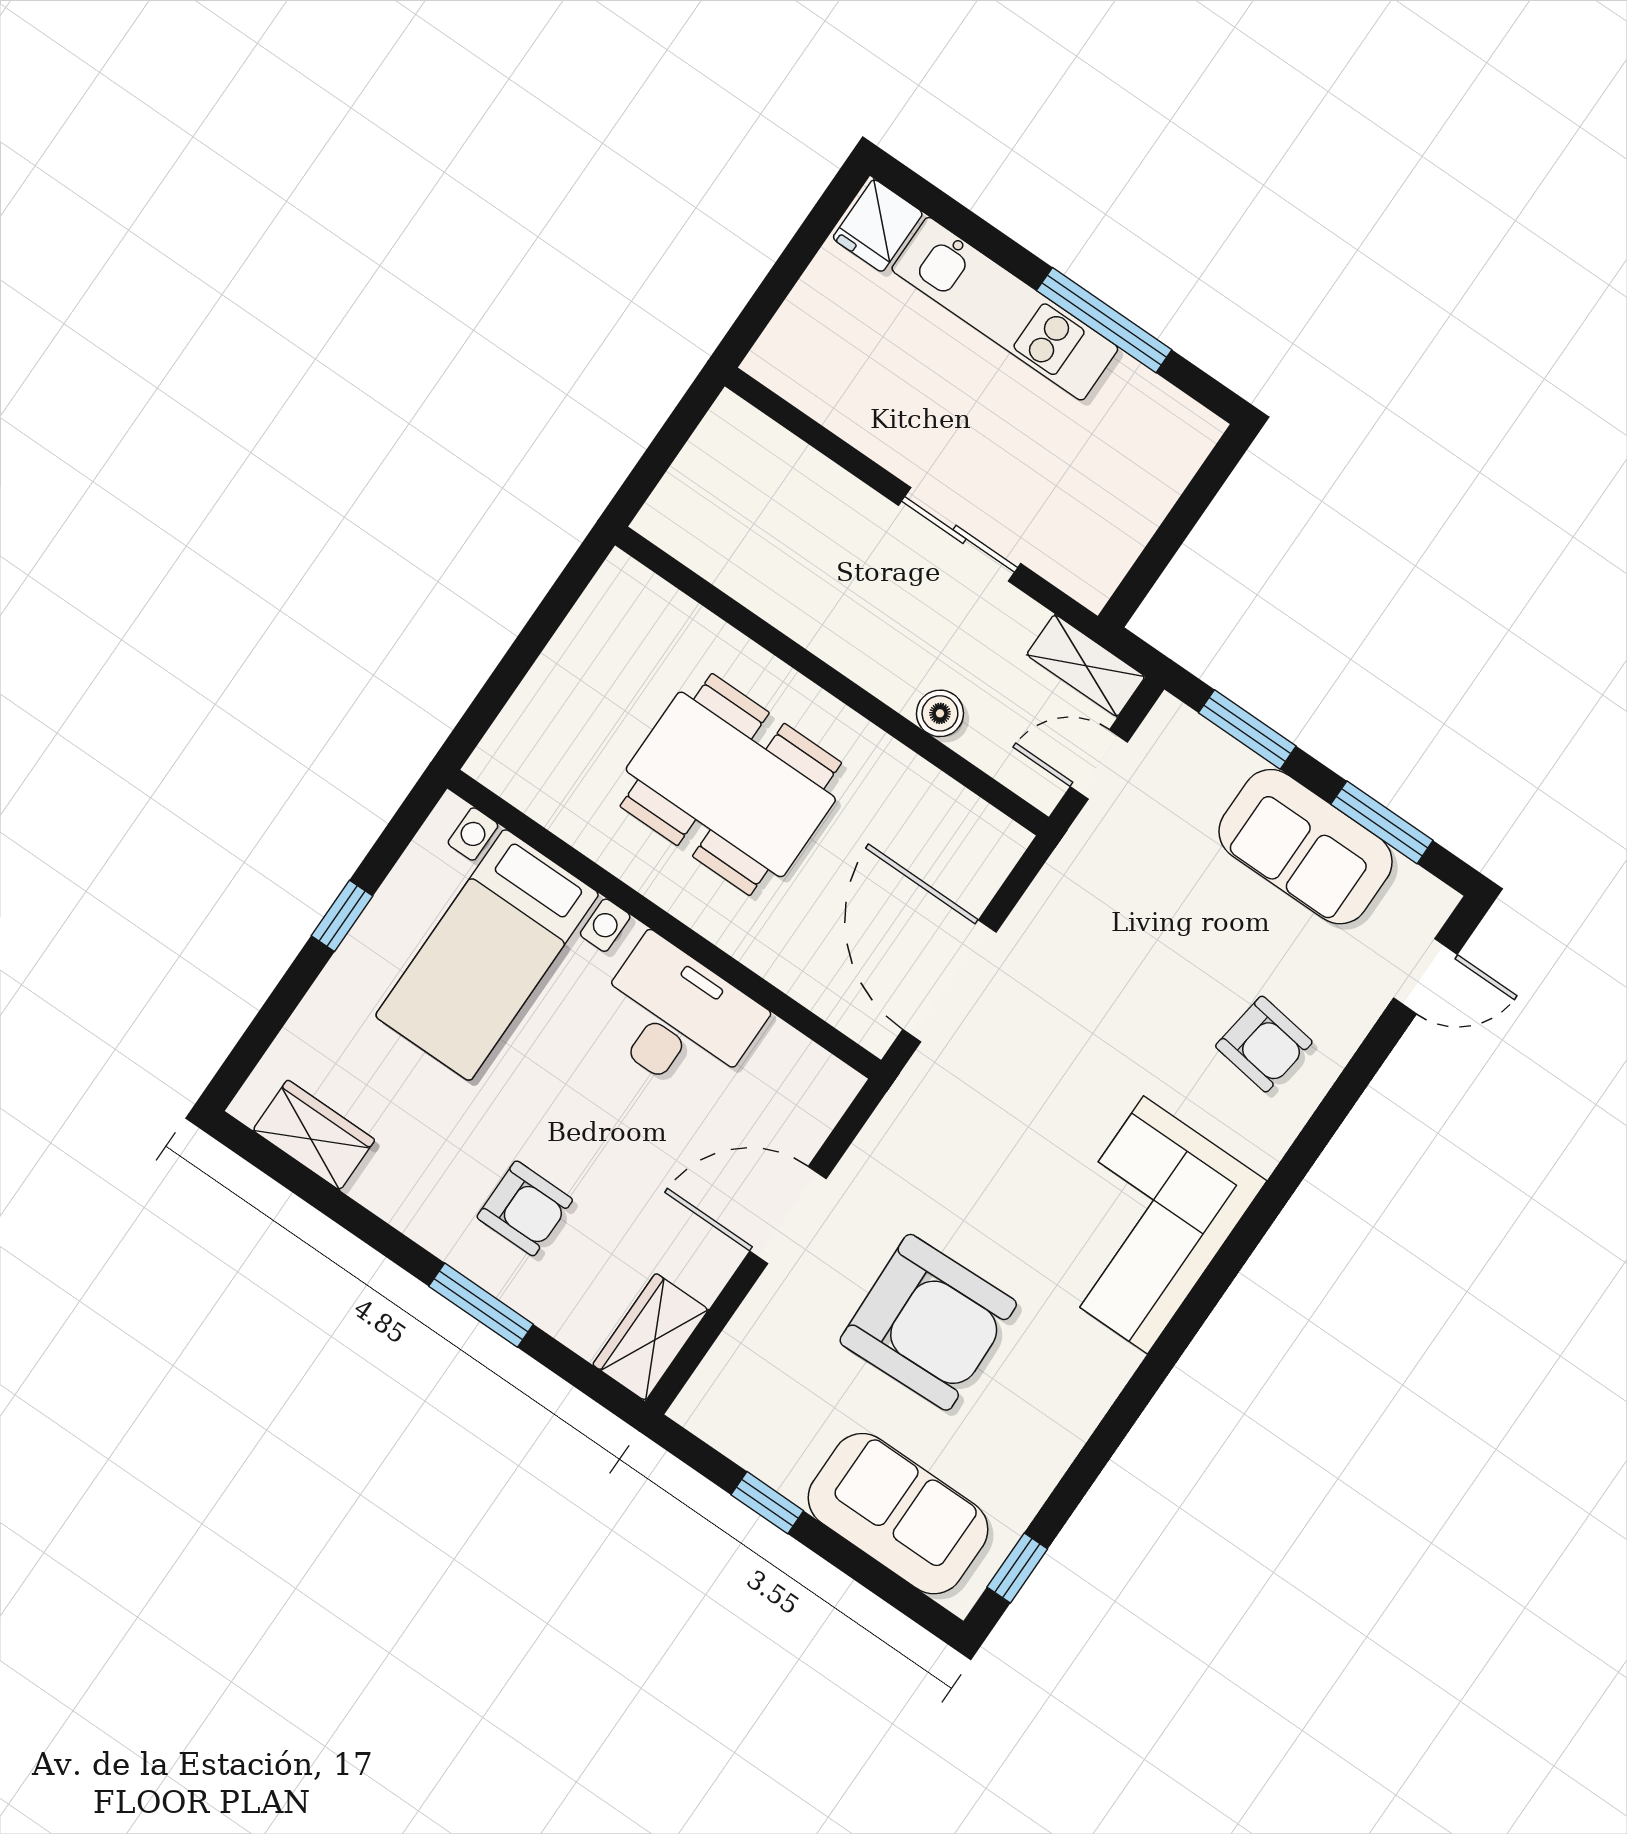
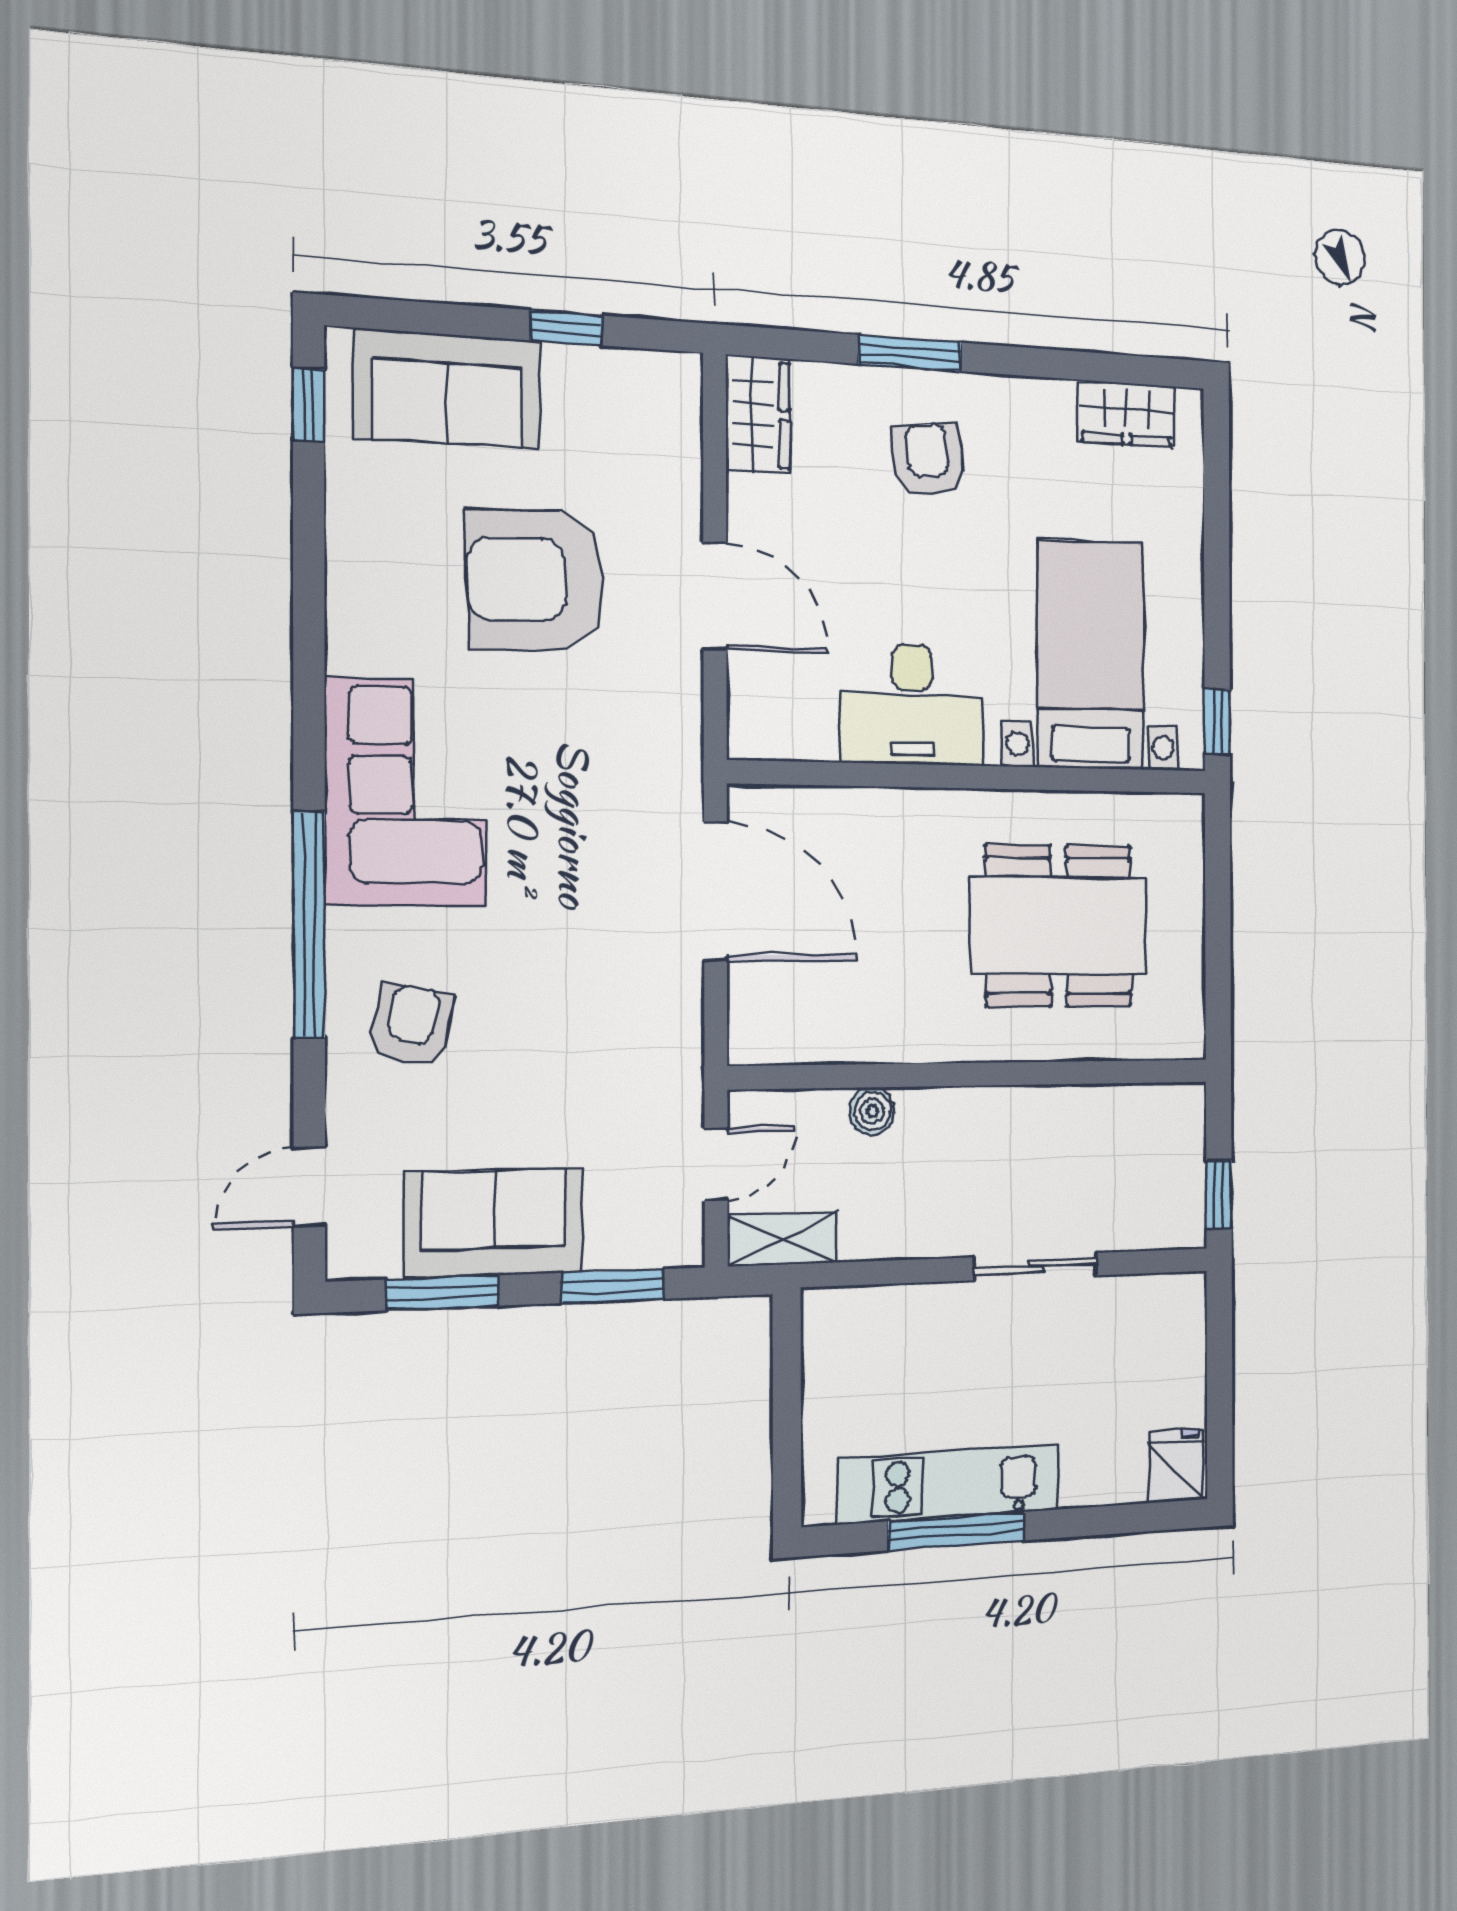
kitchen unit: (1005, 309) -> (949, 1484), moved
window: (682, 423) -> (1219, 1195), added
sliding door: (960, 534) -> (1035, 1266), moved
dining table: (731, 784) -> (1059, 926), moved
window: (342, 916) -> (1217, 722), moved
armchair: (1264, 1044) -> (412, 1025), turned 93
window: (1289, 1174) -> (309, 925), added
armchair: (525, 1208) -> (928, 460), turned 83
door: (788, 1215) -> (715, 596), hinge flipped

